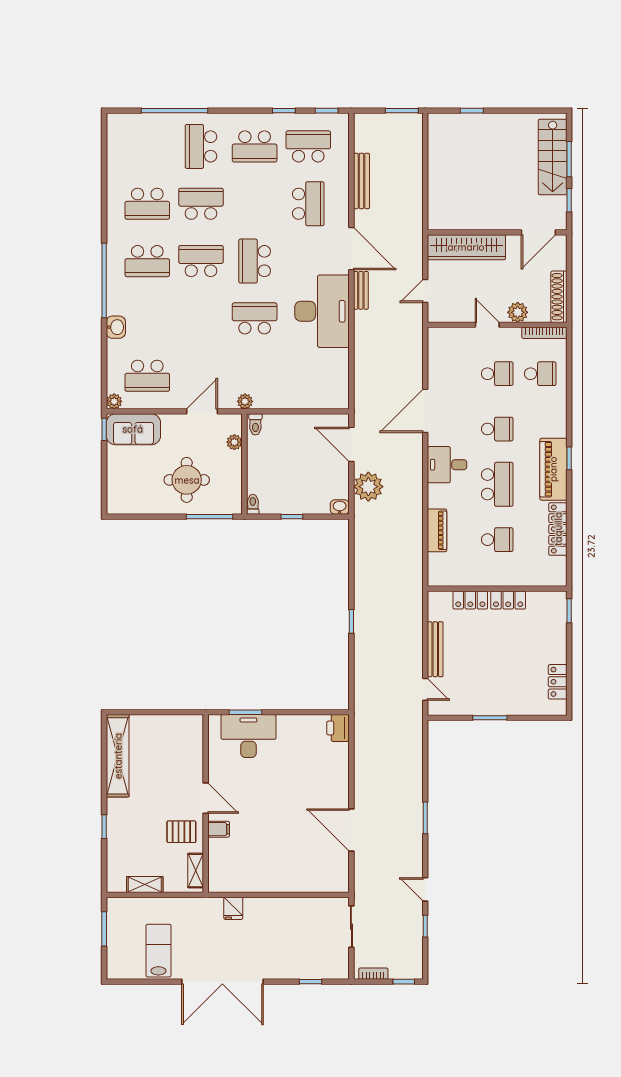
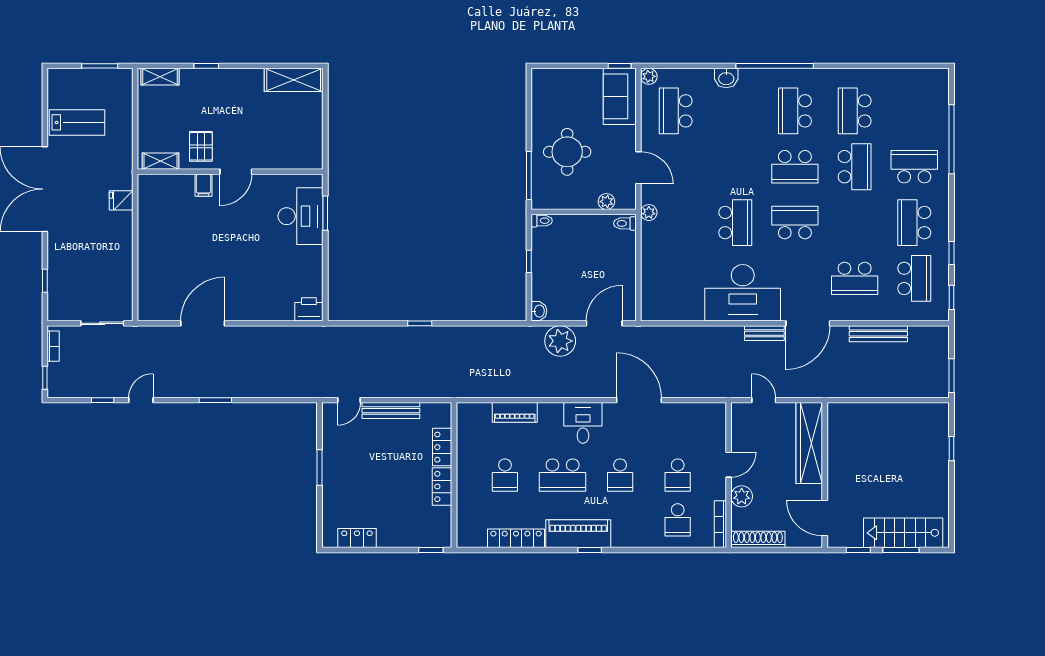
school desk: (201, 261) -> (795, 167), turned 90
shelving: (118, 756) -> (294, 80), width x0.68
shelving: (145, 885) -> (160, 77), moved, turned 90

